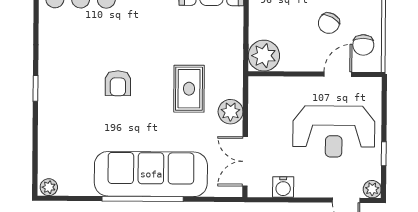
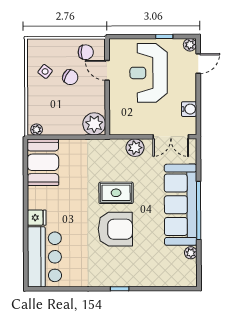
armchair: (118, 83) -> (115, 229), width x1.88, depth x1.88
rug: (189, 89) -> (116, 193), moved
reception desk: (334, 132) -> (149, 73), turned 180
plant: (49, 187) -> (191, 253), moved

